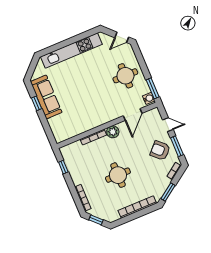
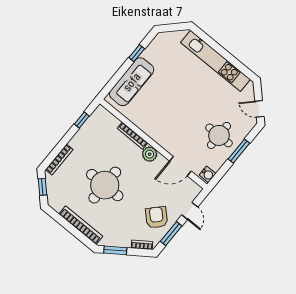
window: (153, 88) -> (239, 151), moved
sofa: (46, 97) -> (132, 82), moved
round table: (118, 175) -> (105, 185), width x1.36, depth x1.36

